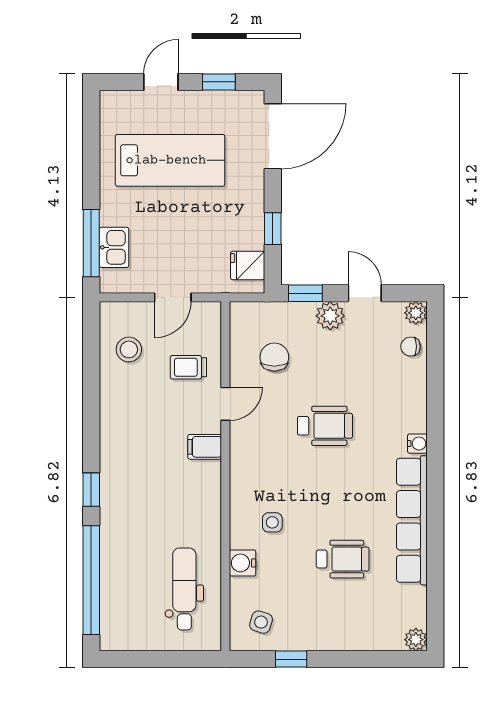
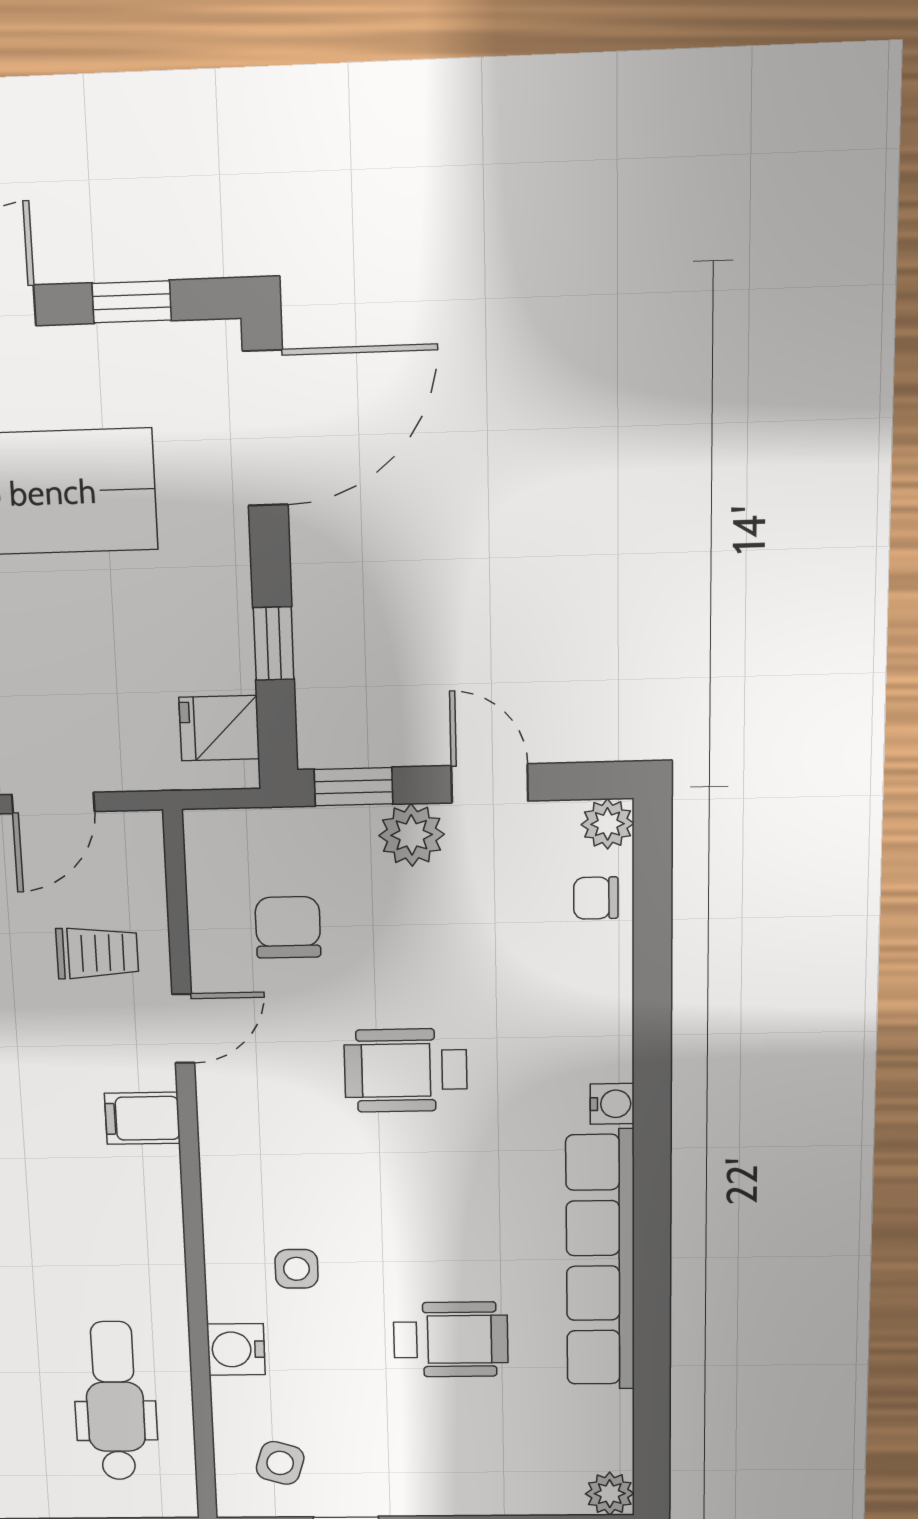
trolley: (188, 367) -> (97, 953), turned 180
wheelchair: (325, 426) -> (406, 1070), turned 180

